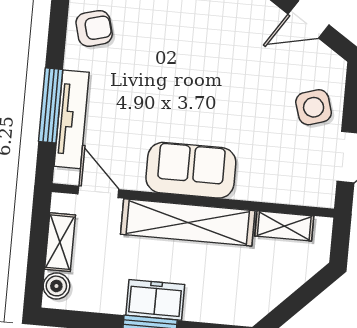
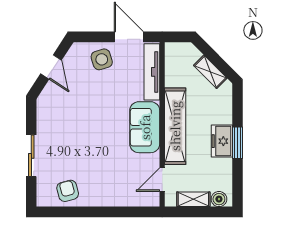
window: (51, 105) -> (115, 212), removed
tv unit: (72, 119) -> (152, 72), moved, turned -90
shelving: (284, 226) -> (210, 72), moved, turned -45

